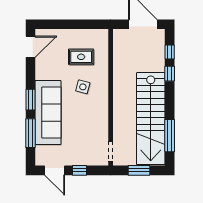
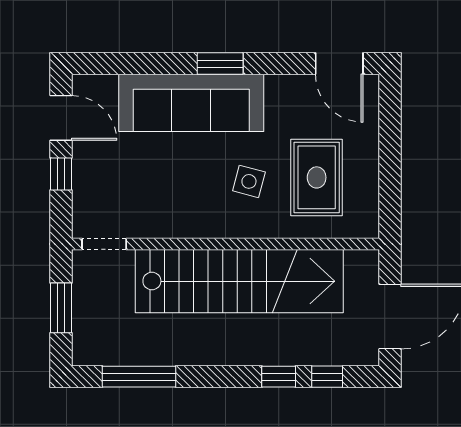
rug: (81, 57) -> (317, 177), width x1.36, depth x1.43
stairs: (151, 119) -> (239, 281), moved, turned 180
window: (31, 133) -> (145, 64), removed
door: (55, 170) -> (61, 118), swing flipped

